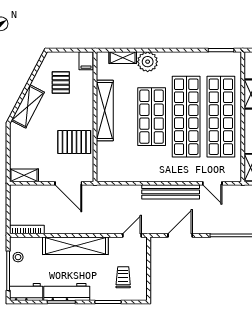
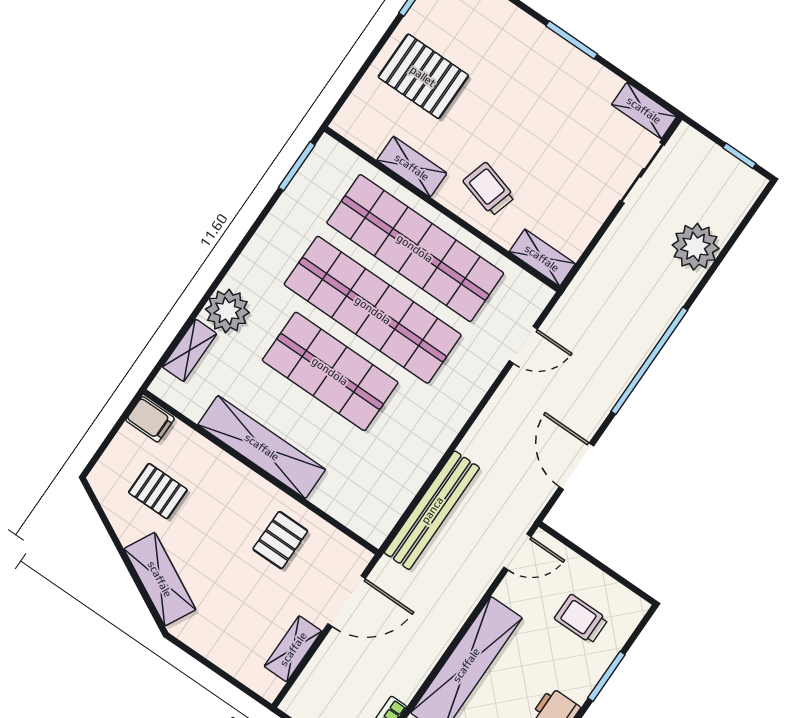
pallet: (74, 142) -> (280, 540), width x0.67, depth x0.71
shelving: (24, 175) -> (293, 649), moved
bench: (171, 192) -> (432, 510), moved
door: (132, 235) -> (517, 552), swing flipped

